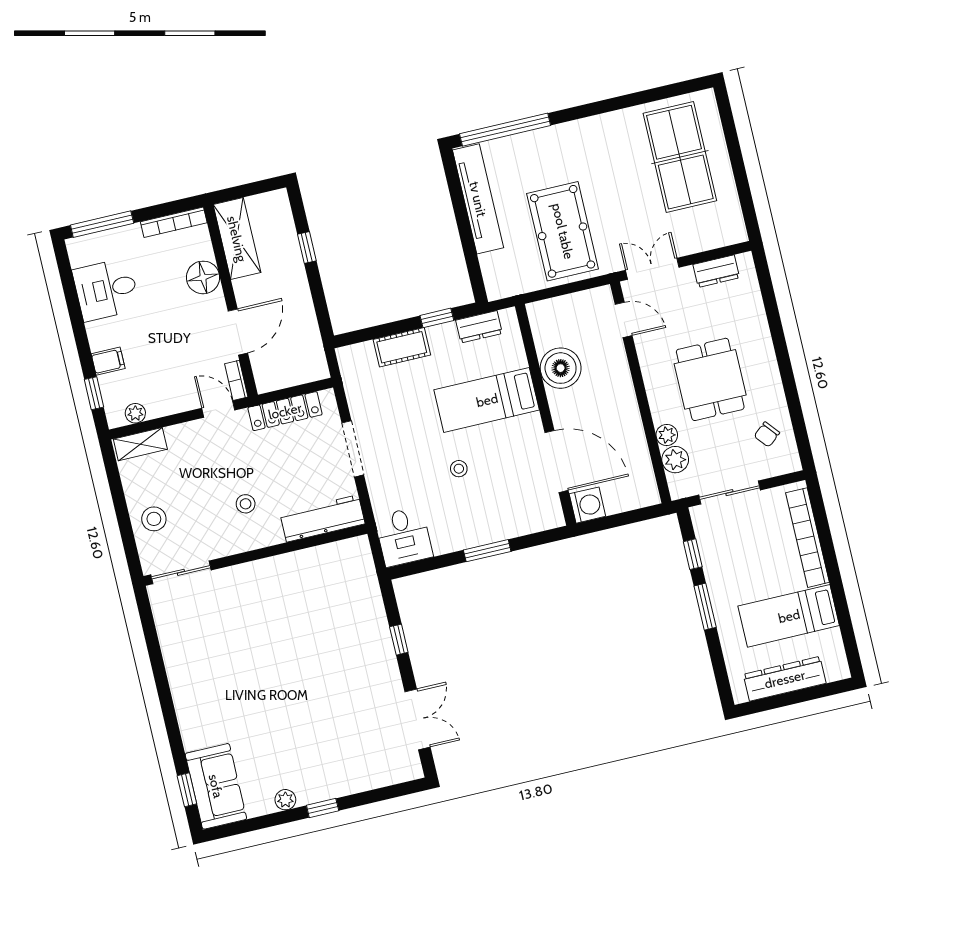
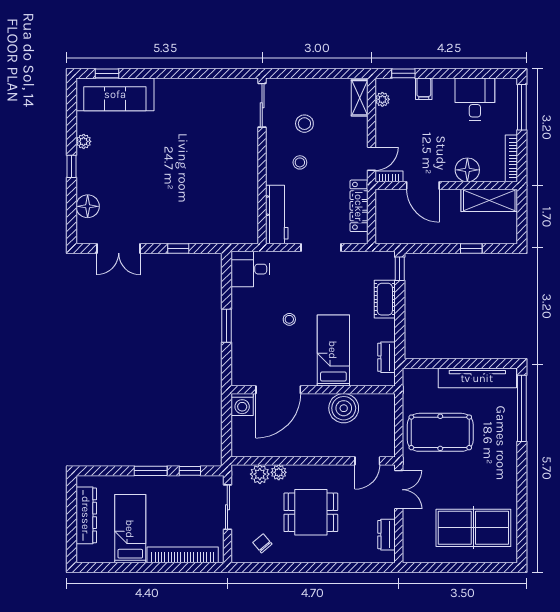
window: (437, 318) -> (400, 269), moved
stool: (154, 519) -> (304, 124), moved
floor lamp: (371, 774) -> (88, 206), added
sofa: (216, 786) -> (115, 94), width x1.36

